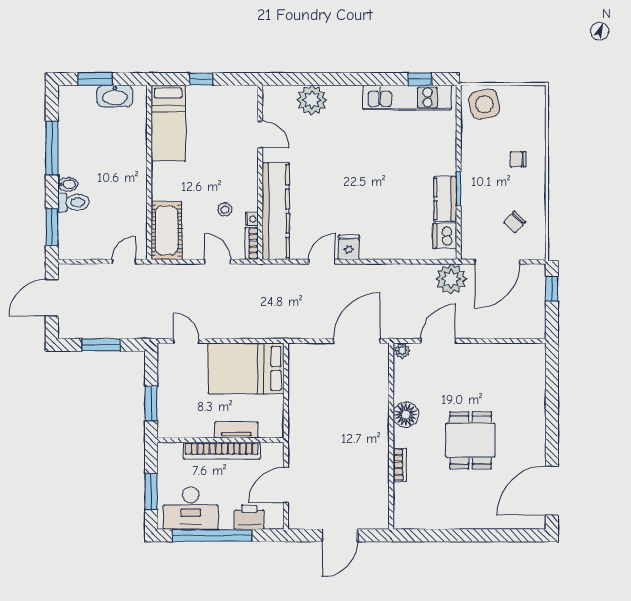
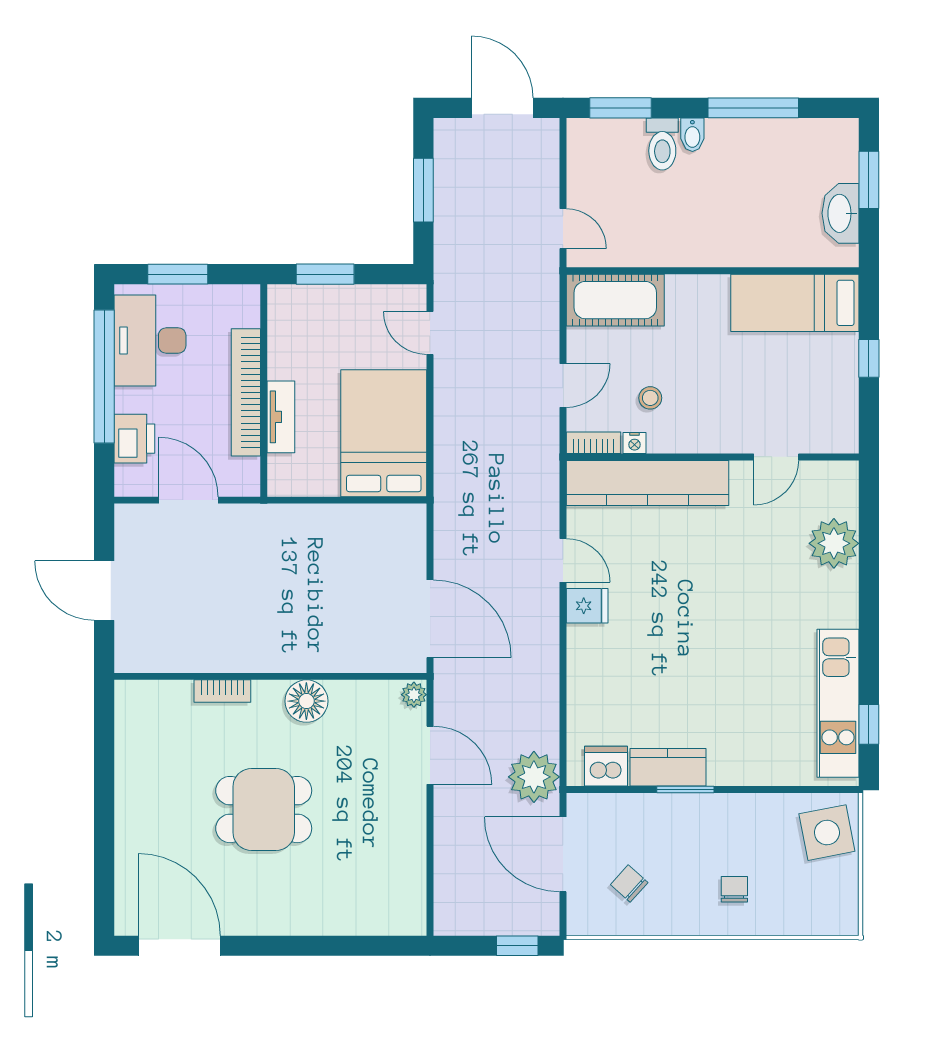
door: (186, 341) -> (430, 333), swing flipped

